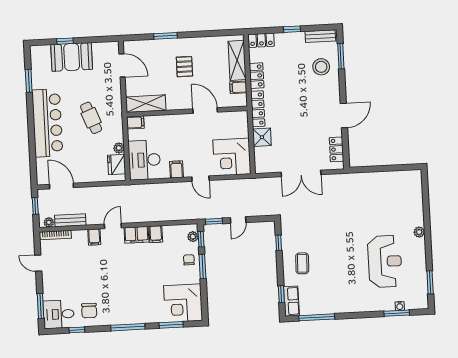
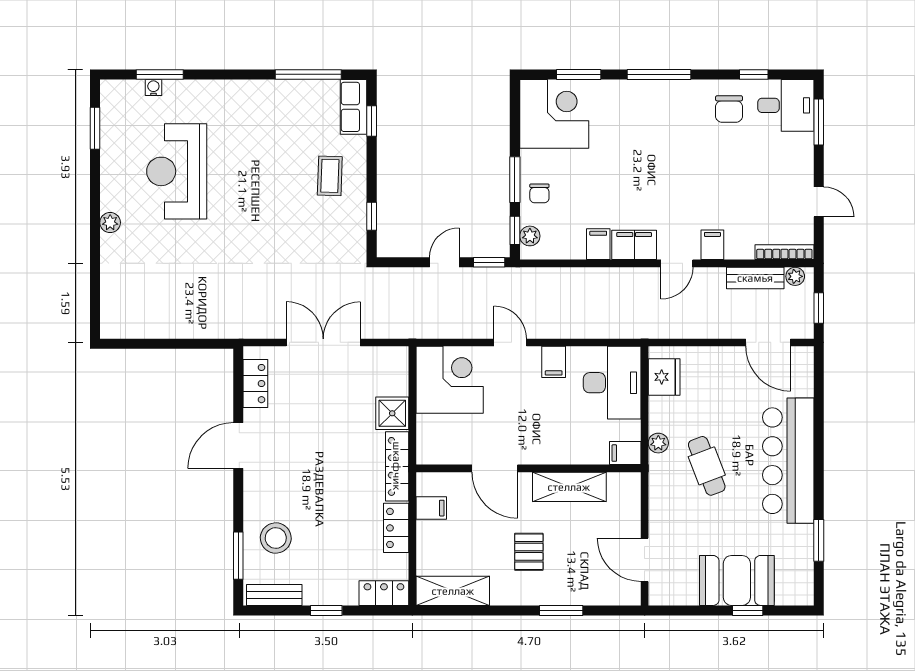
shelving: (237, 60) -> (453, 591), moved, turned 90
shelving: (146, 104) -> (569, 487), moved
plant: (119, 148) -> (658, 443), moved
chair: (89, 311) -> (729, 109), turned 180

